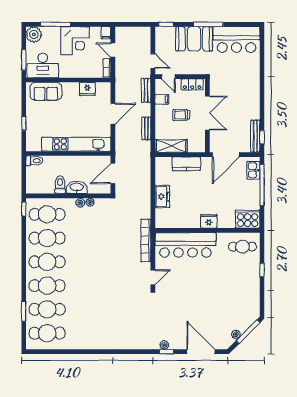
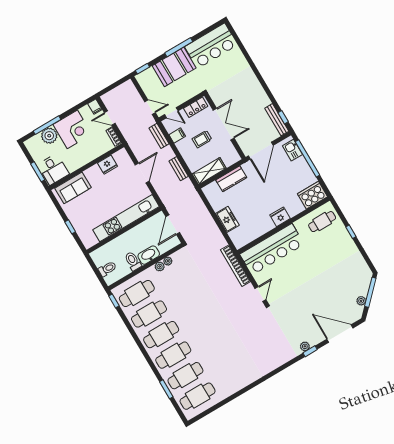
plant: (34, 34) -> (49, 136), moved
desk: (43, 65) -> (53, 169), width x0.73
toilet: (34, 161) -> (107, 269), moved

